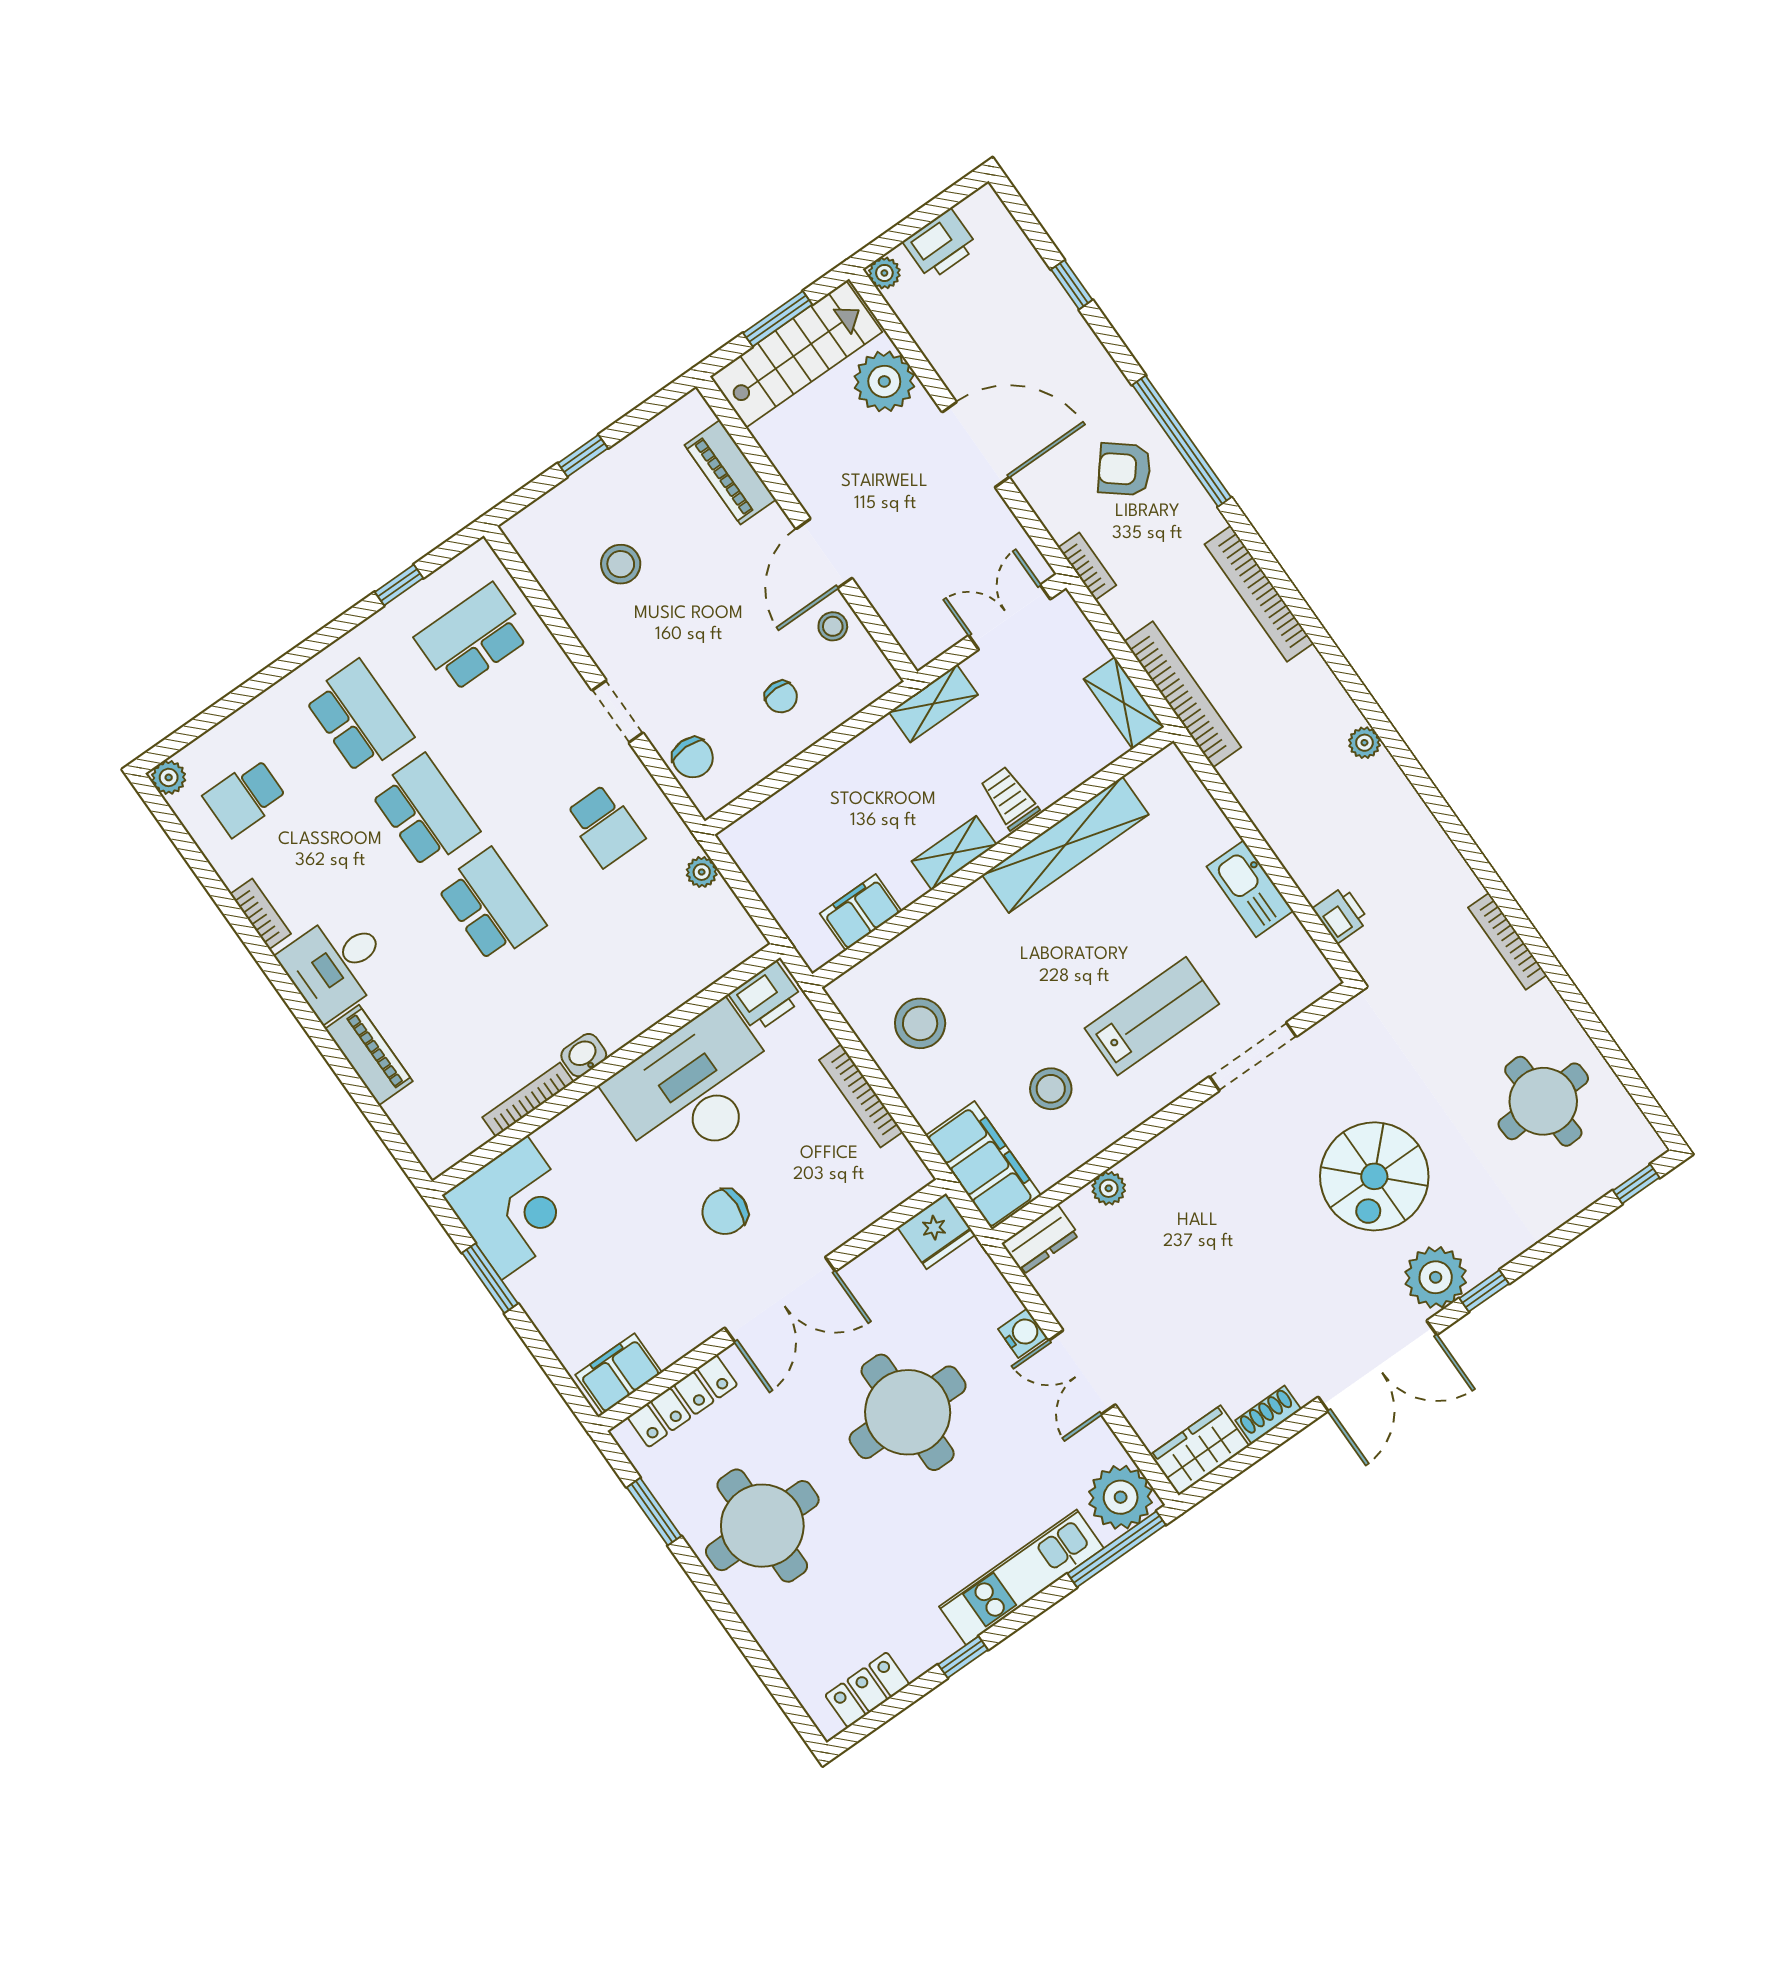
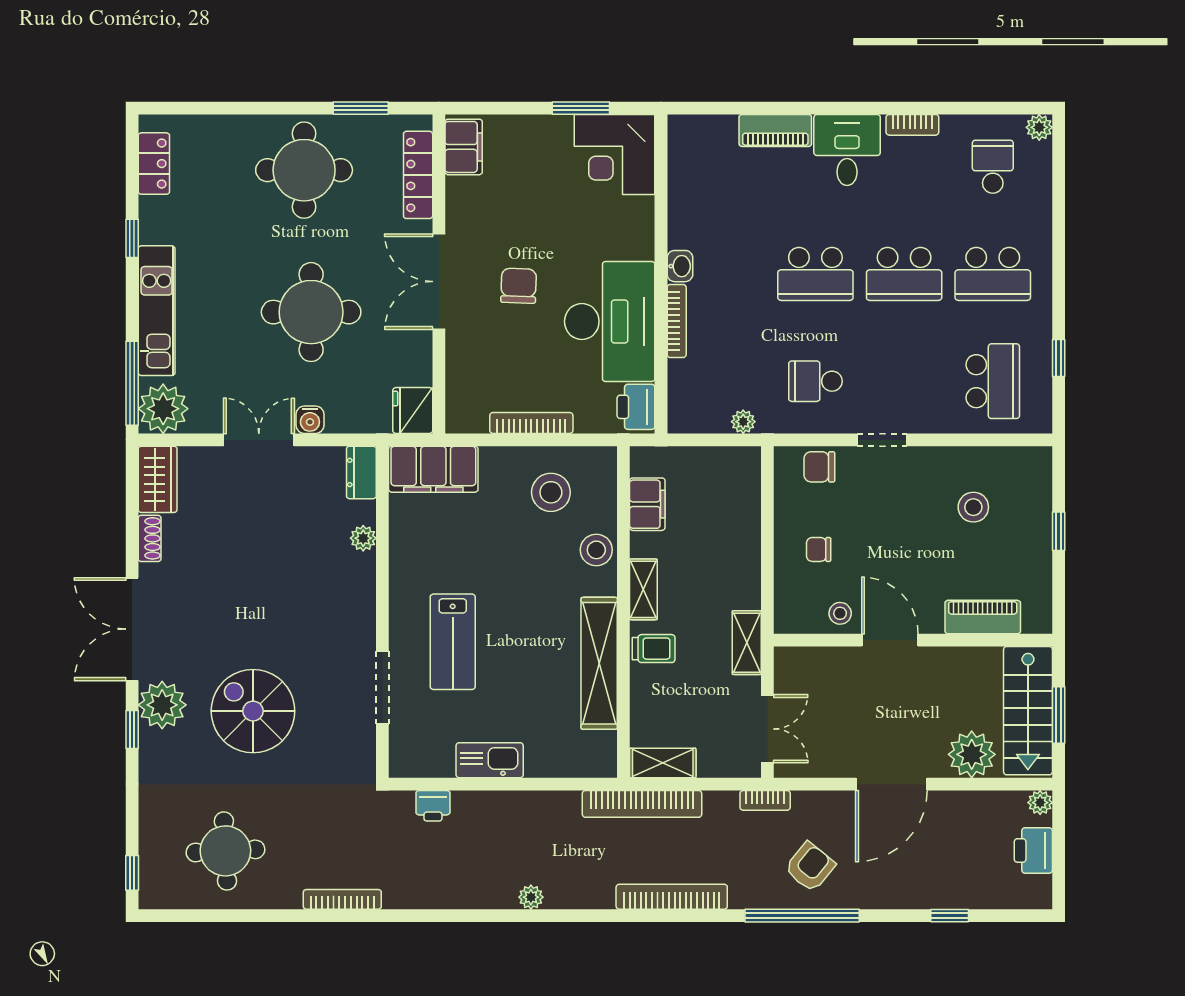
stool: (1051, 1089) -> (596, 550), moved
bookcase: (528, 1100) -> (677, 321), moved

